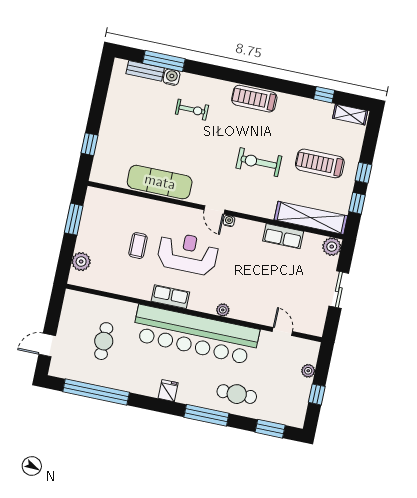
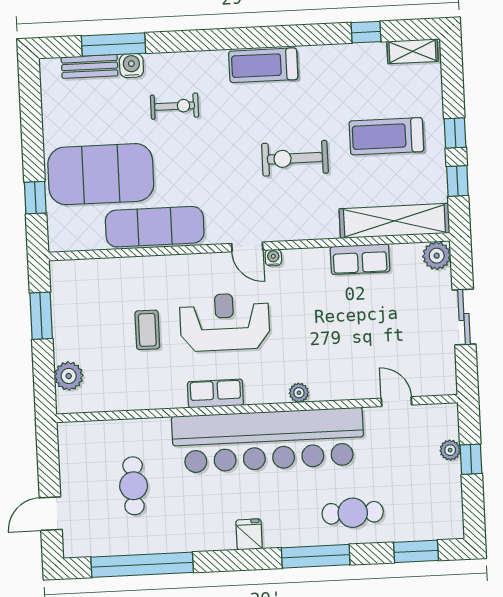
exercise mat: (134, 140) -> (101, 174), added
window: (317, 394) -> (471, 459), moved

